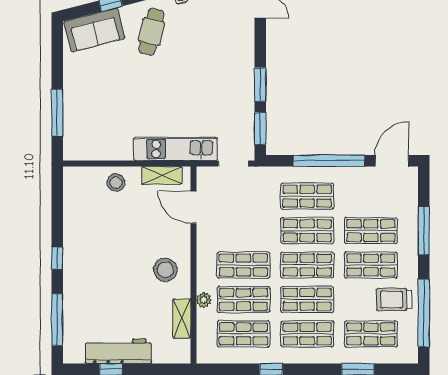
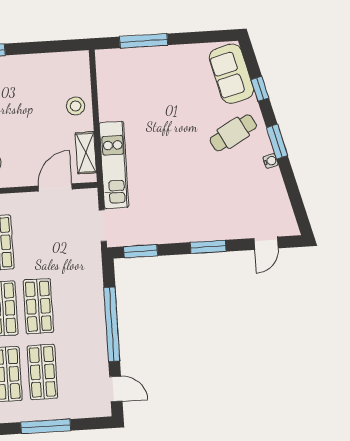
cafe table: (151, 32) -> (233, 133), turned -43
window: (260, 85) -> (208, 247), moved
door: (392, 161) -> (116, 389), width x0.73
shop shelf: (307, 196) -> (74, 304), removed

